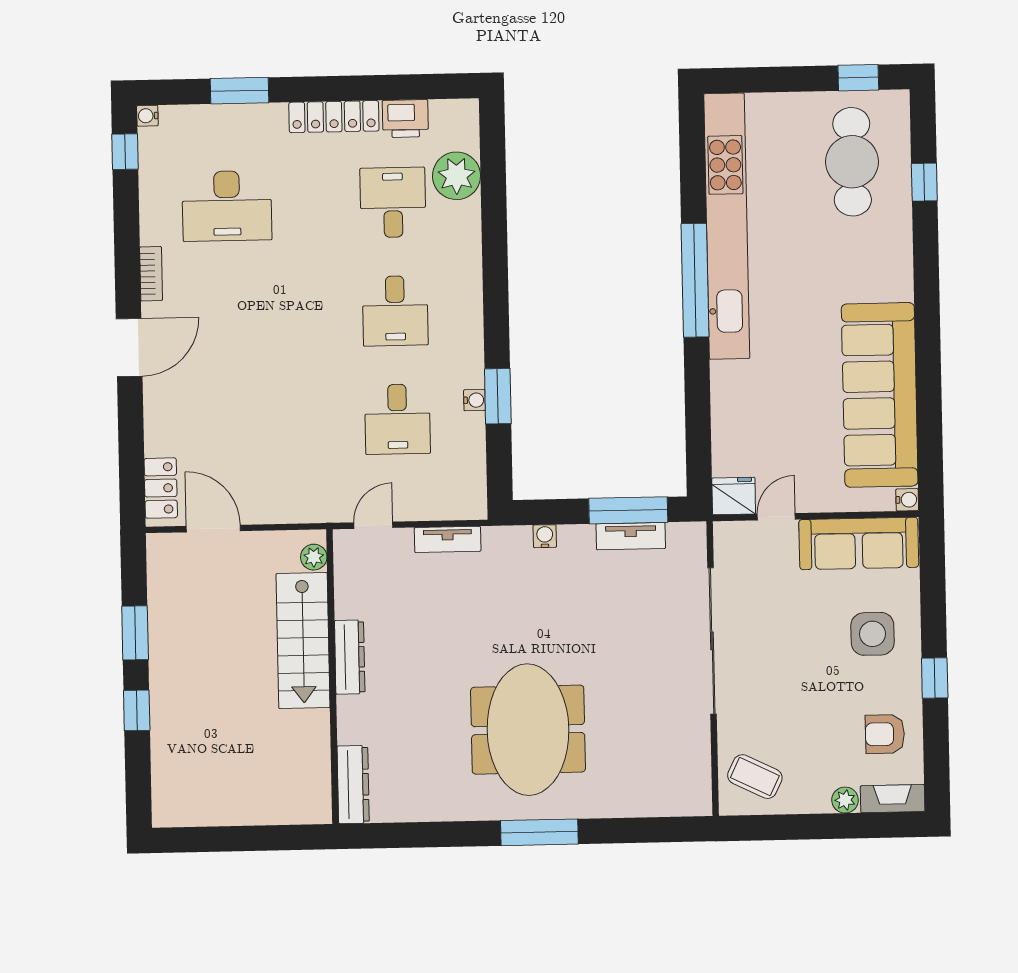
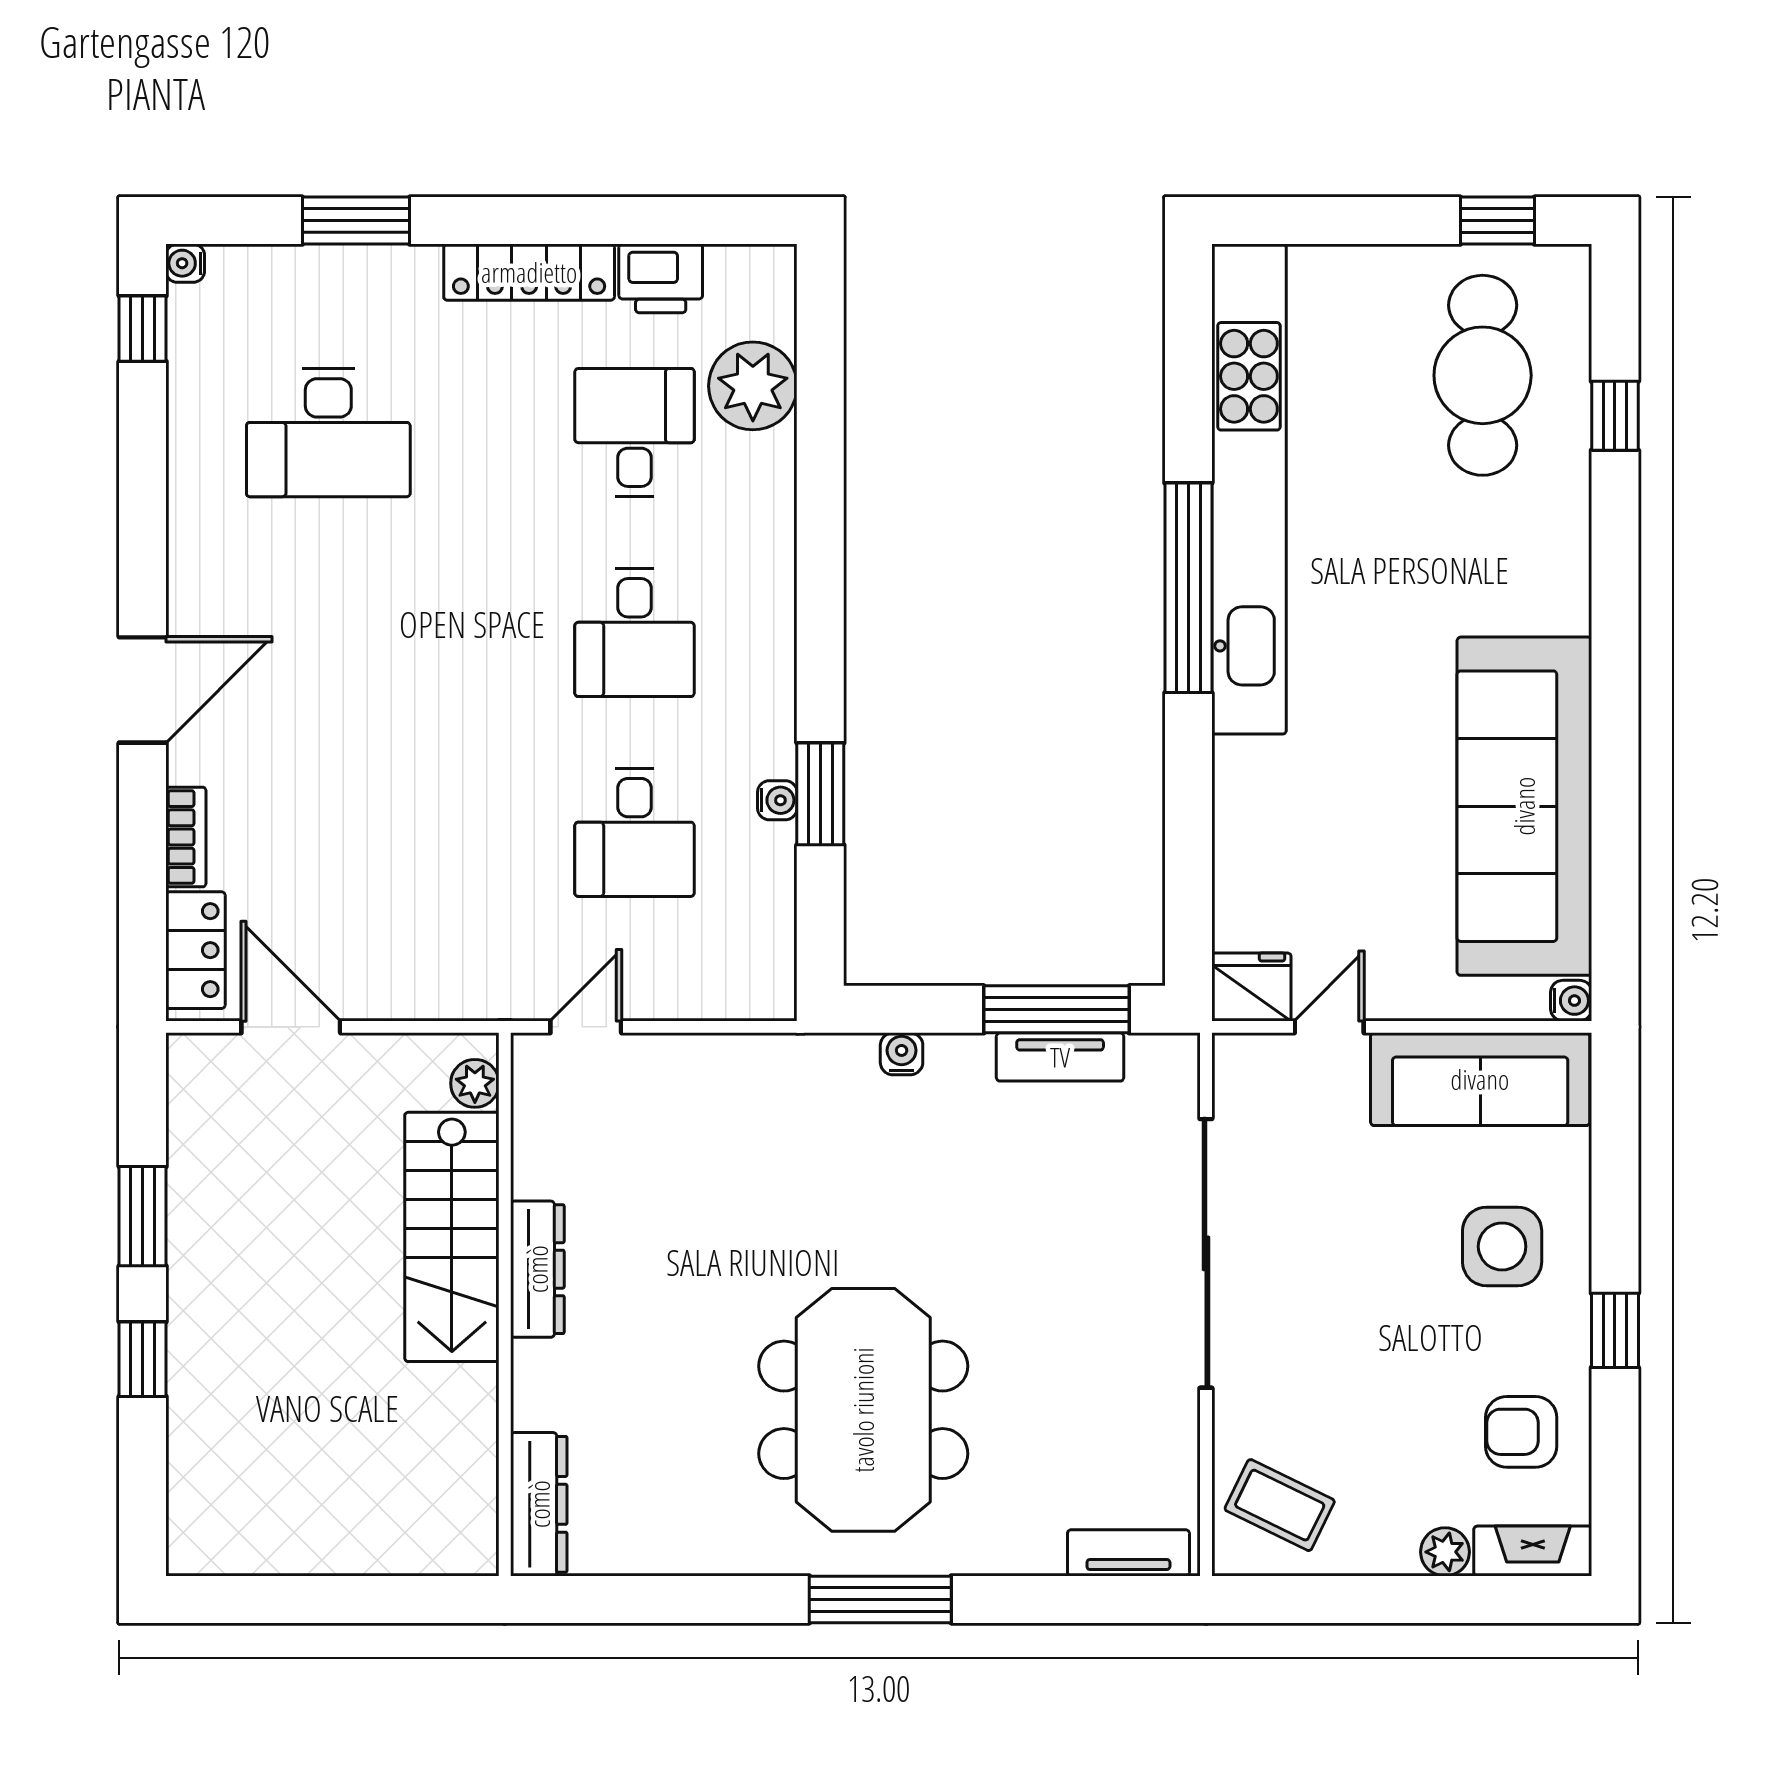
bookcase: (151, 274) -> (186, 837), moved
tv unit: (448, 539) -> (1128, 1553), moved, turned 180

